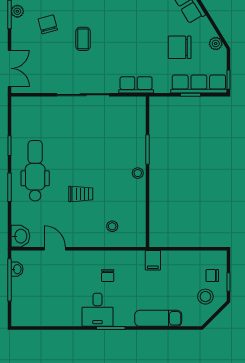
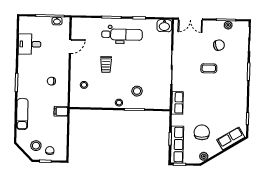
stool: (120, 146) -> (137, 91), added
washbasin: (20, 236) -> (164, 26), moved
desk: (97, 310) -> (29, 44), moved

